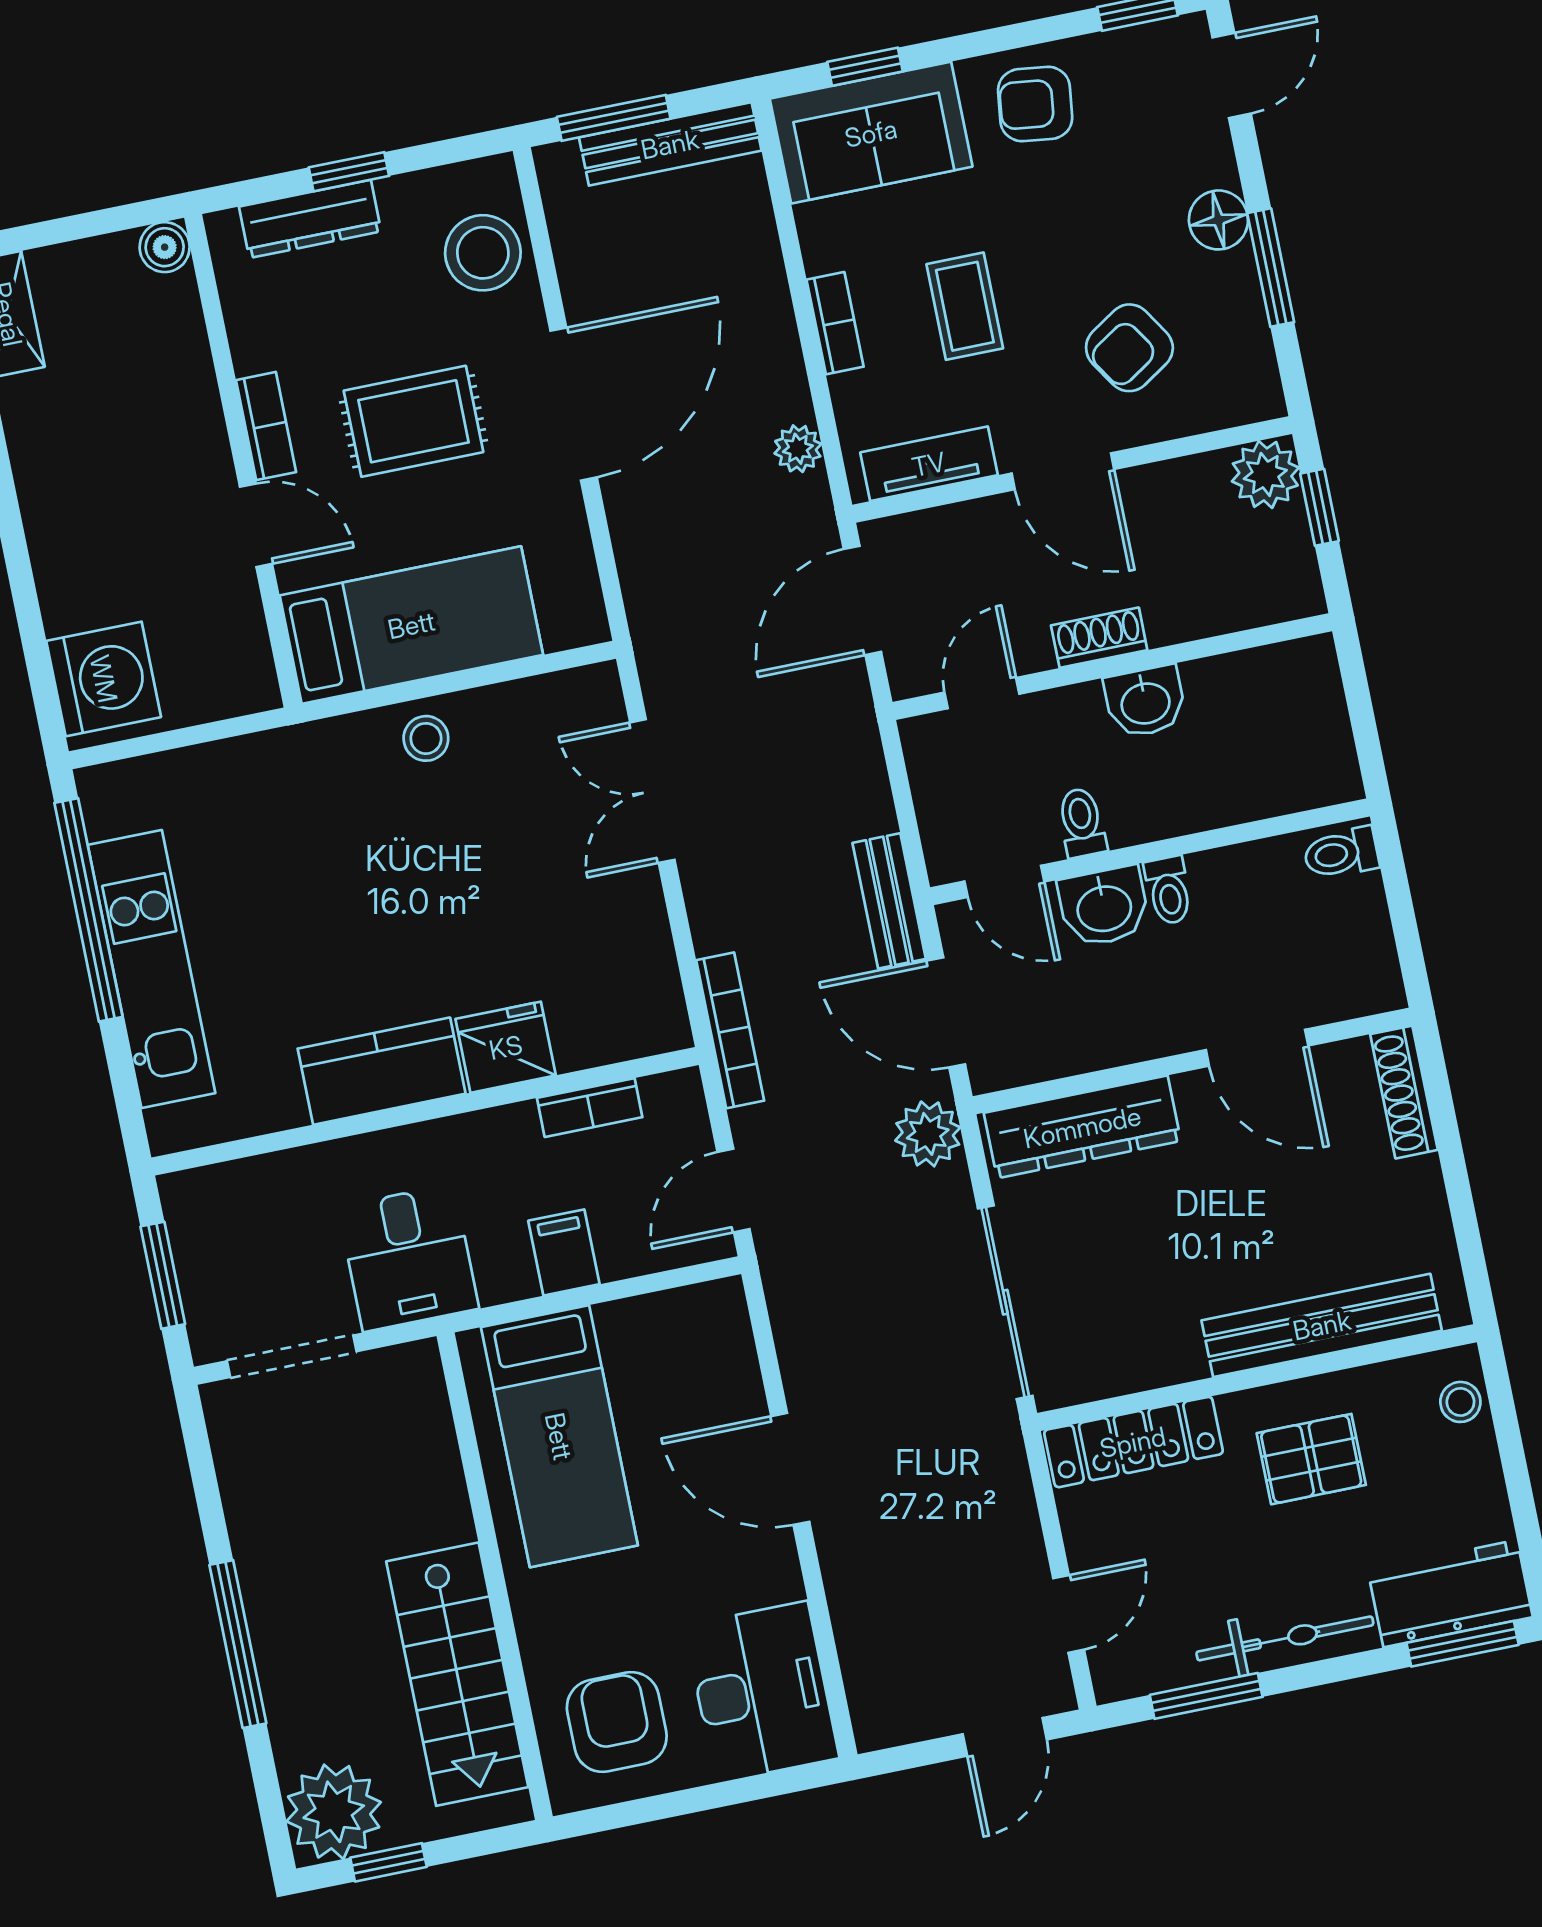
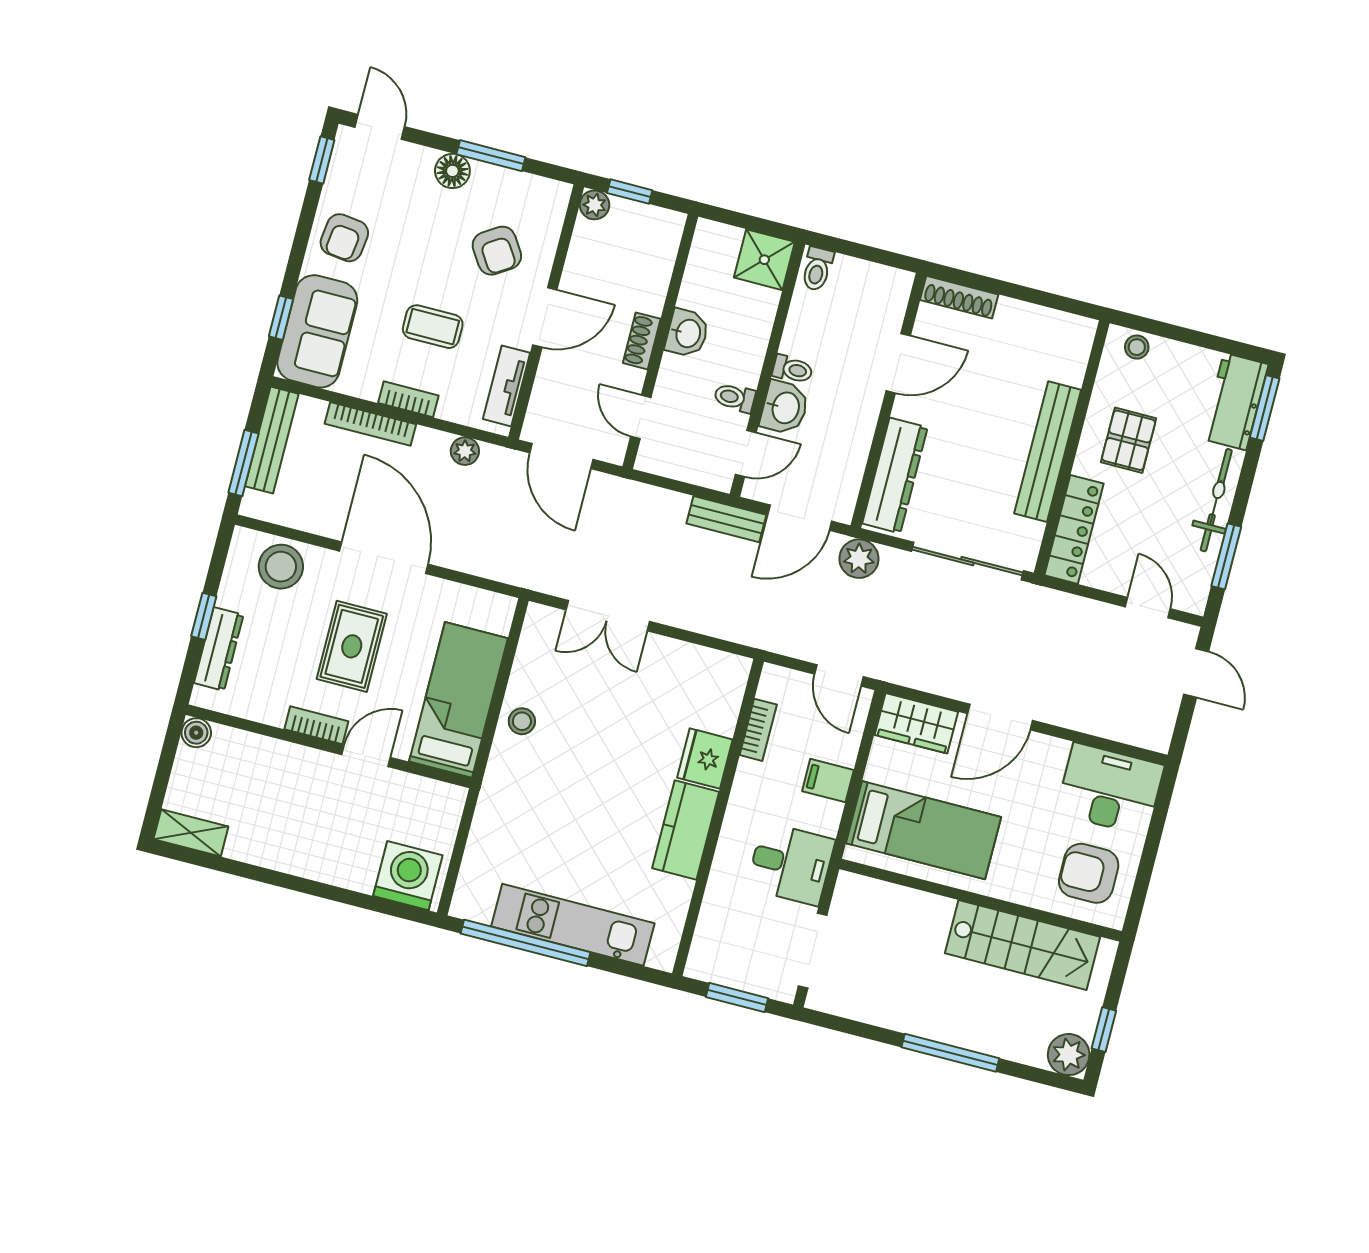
plant: (1265, 474) -> (595, 205), width x0.73, depth x0.73
shower: (1316, 765) -> (764, 260), added
bookcase: (730, 1030) -> (370, 424), moved, turned 180
bench: (1322, 1325) -> (1048, 452), moved
wardrobe: (718, 1345) -> (916, 723), added
plant: (334, 1812) -> (1069, 1055), width x0.73, depth x0.73

